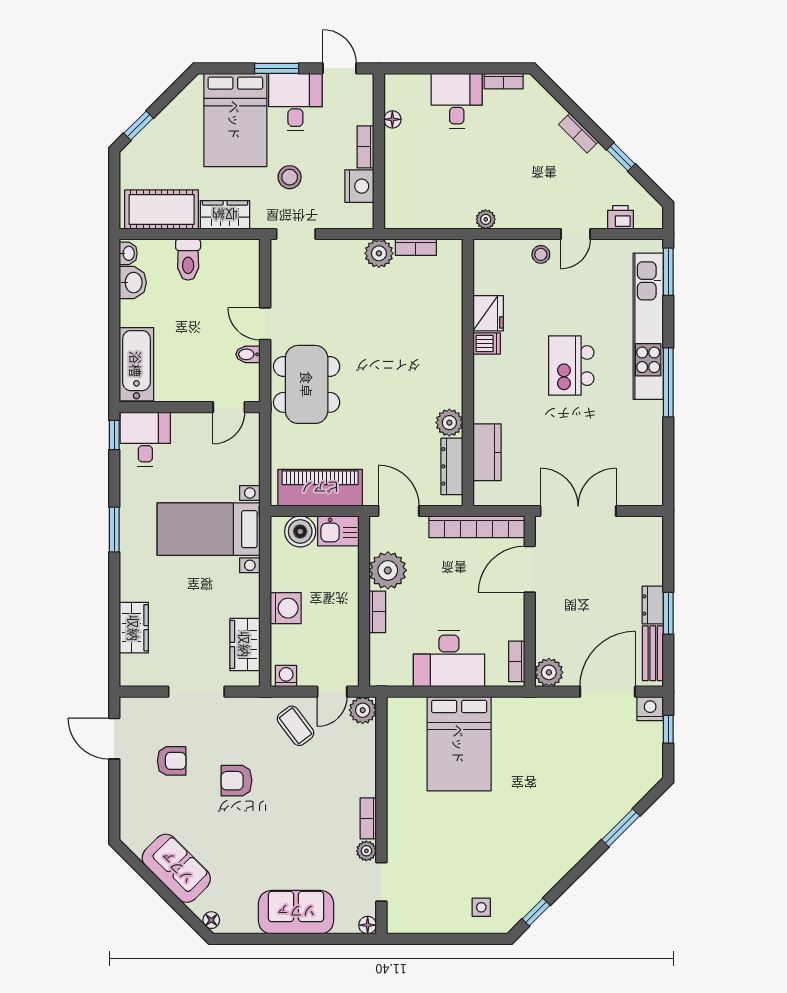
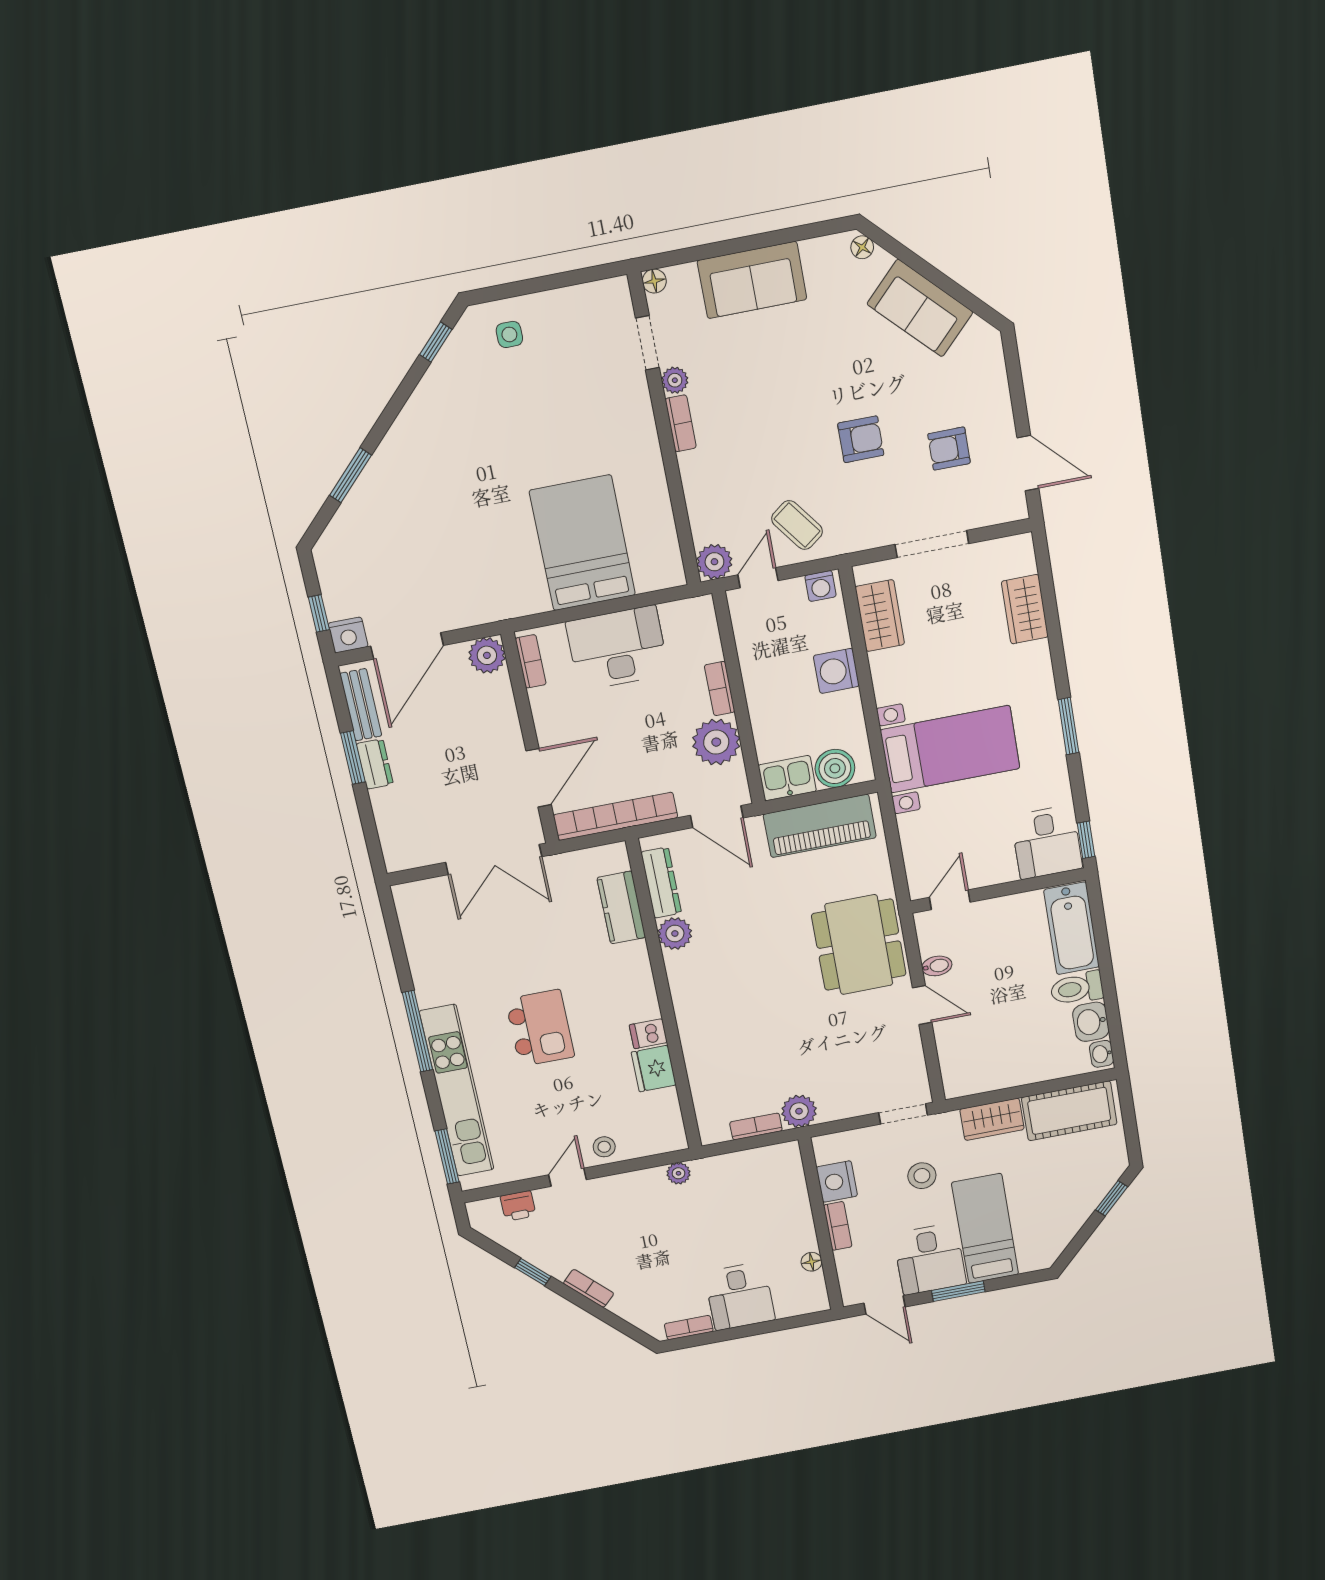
bed: (235, 120) -> (985, 1229), width x0.67
toilet: (188, 260) -> (1077, 988), moved, turned -90

